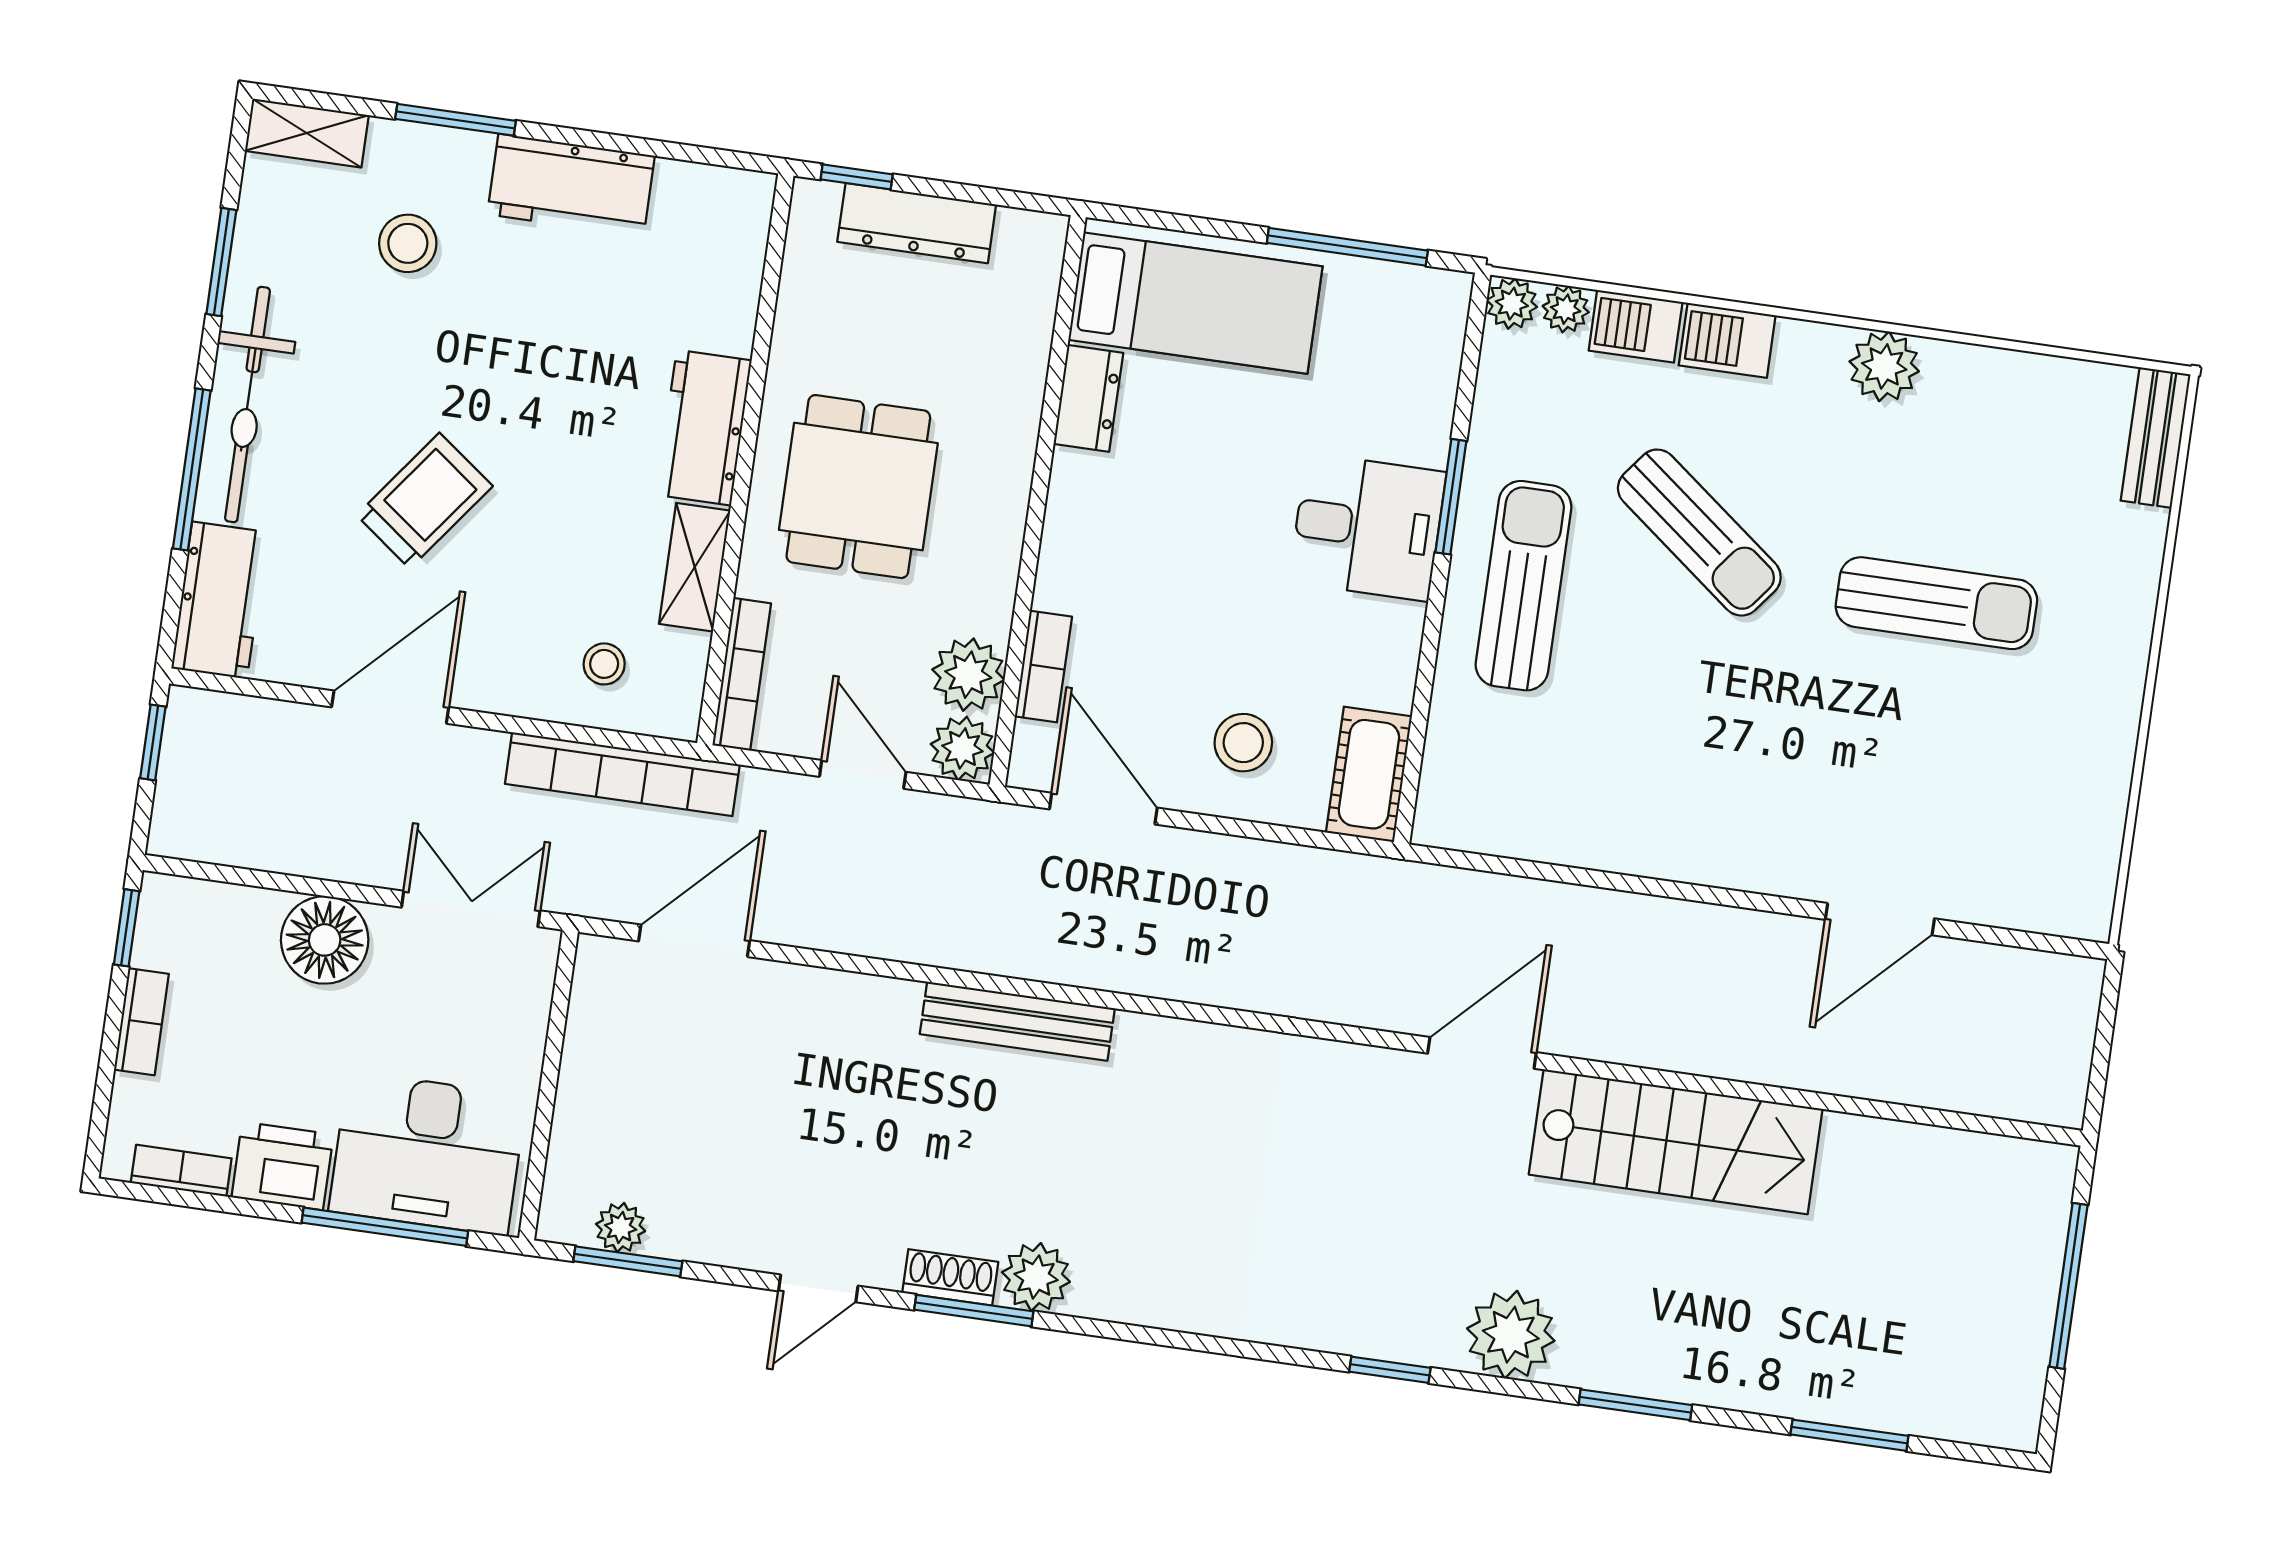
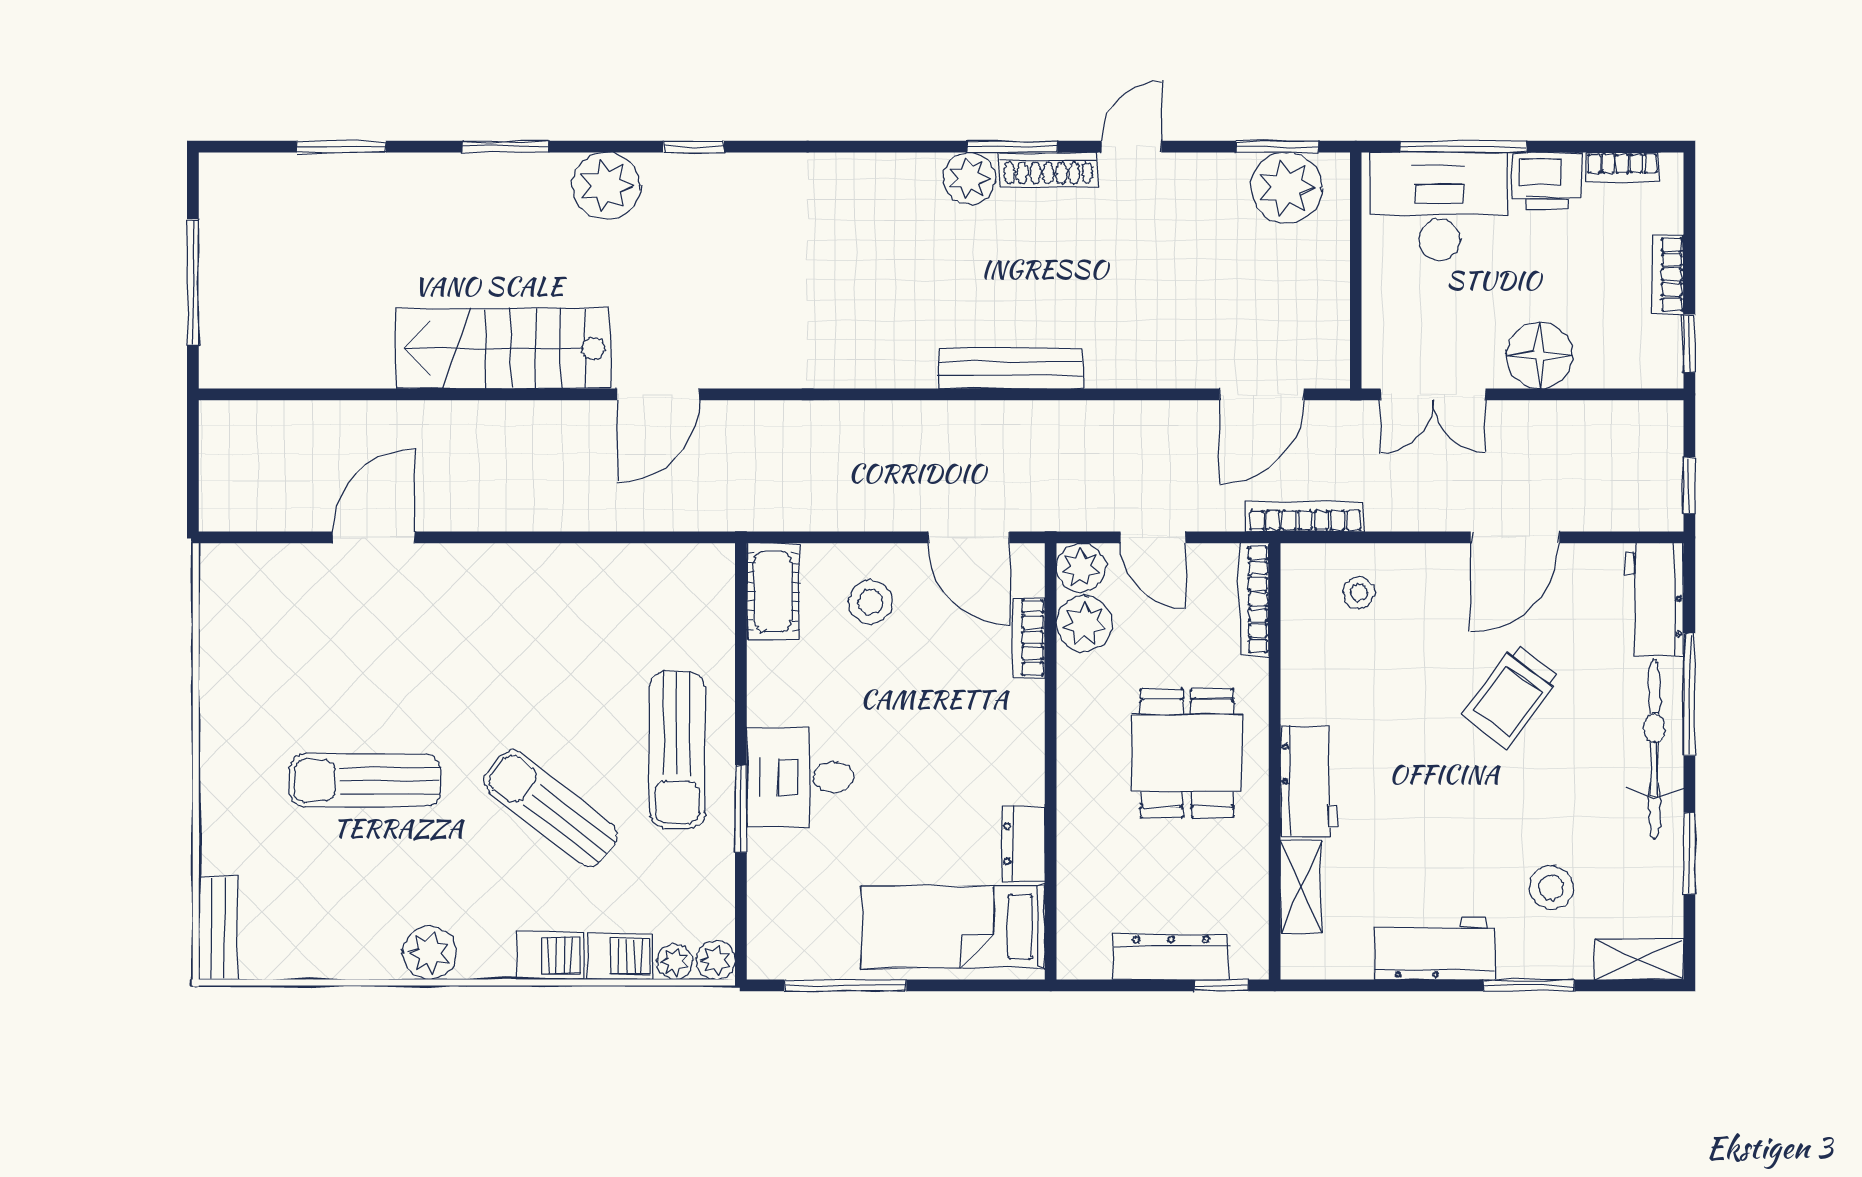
shelving: (695, 567) -> (1301, 887), moved
bookcase: (622, 774) -> (1305, 517), width x0.68, depth x0.76
plant: (621, 1227) -> (1286, 188), width x1.87, depth x1.87
shoe rack: (950, 1277) -> (1048, 169), width x1.43

